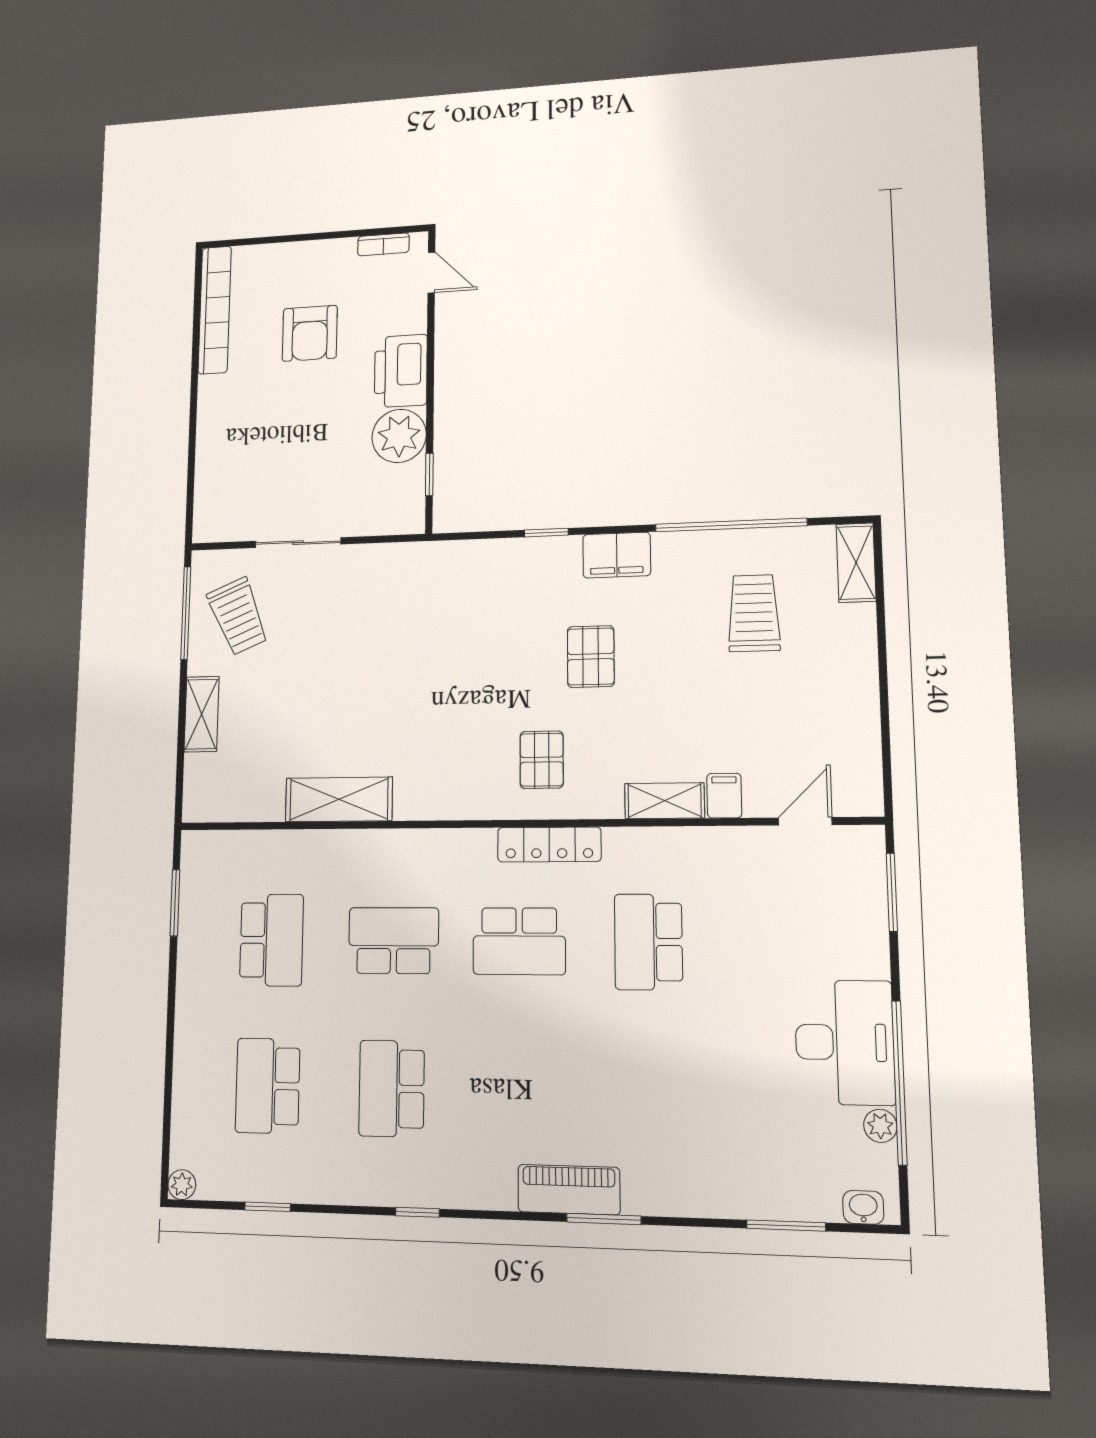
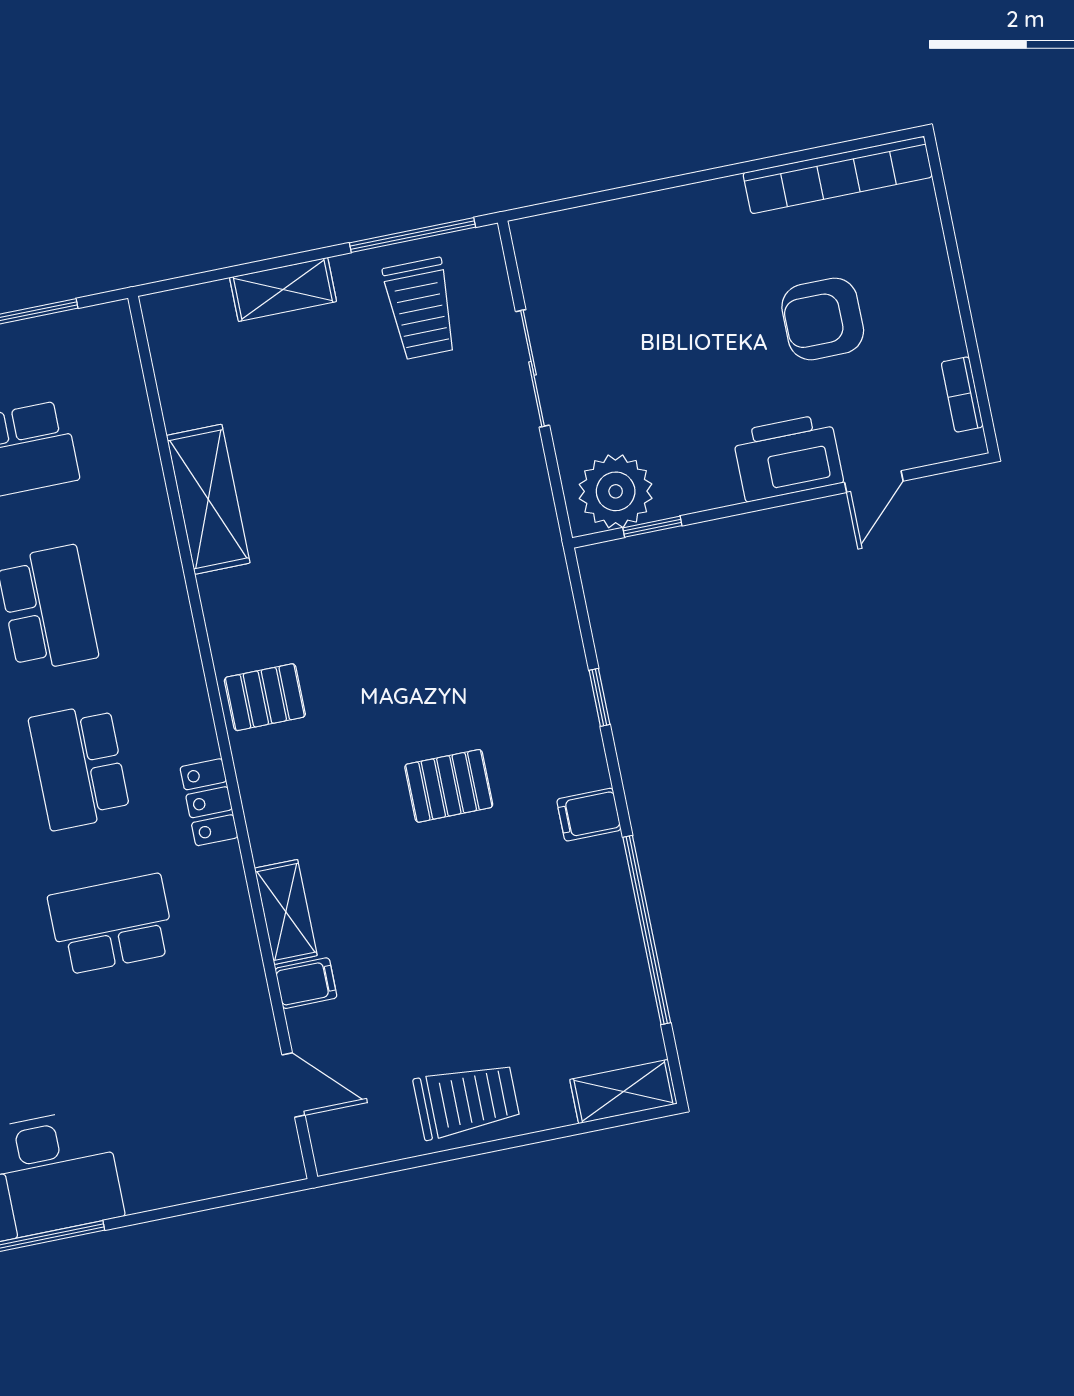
door: (431, 273) -> (874, 482), moved
plant: (399, 436) -> (616, 491), moved
filing cabinet: (617, 555) -> (589, 815), width x0.50
trolley: (754, 613) -> (467, 1100), moved
trolley: (238, 616) -> (421, 309), turned -67
pallet: (542, 760) -> (265, 697), moved
locker: (549, 845) -> (209, 802), width x0.66
window: (892, 892) -> (229, 1200), removed

